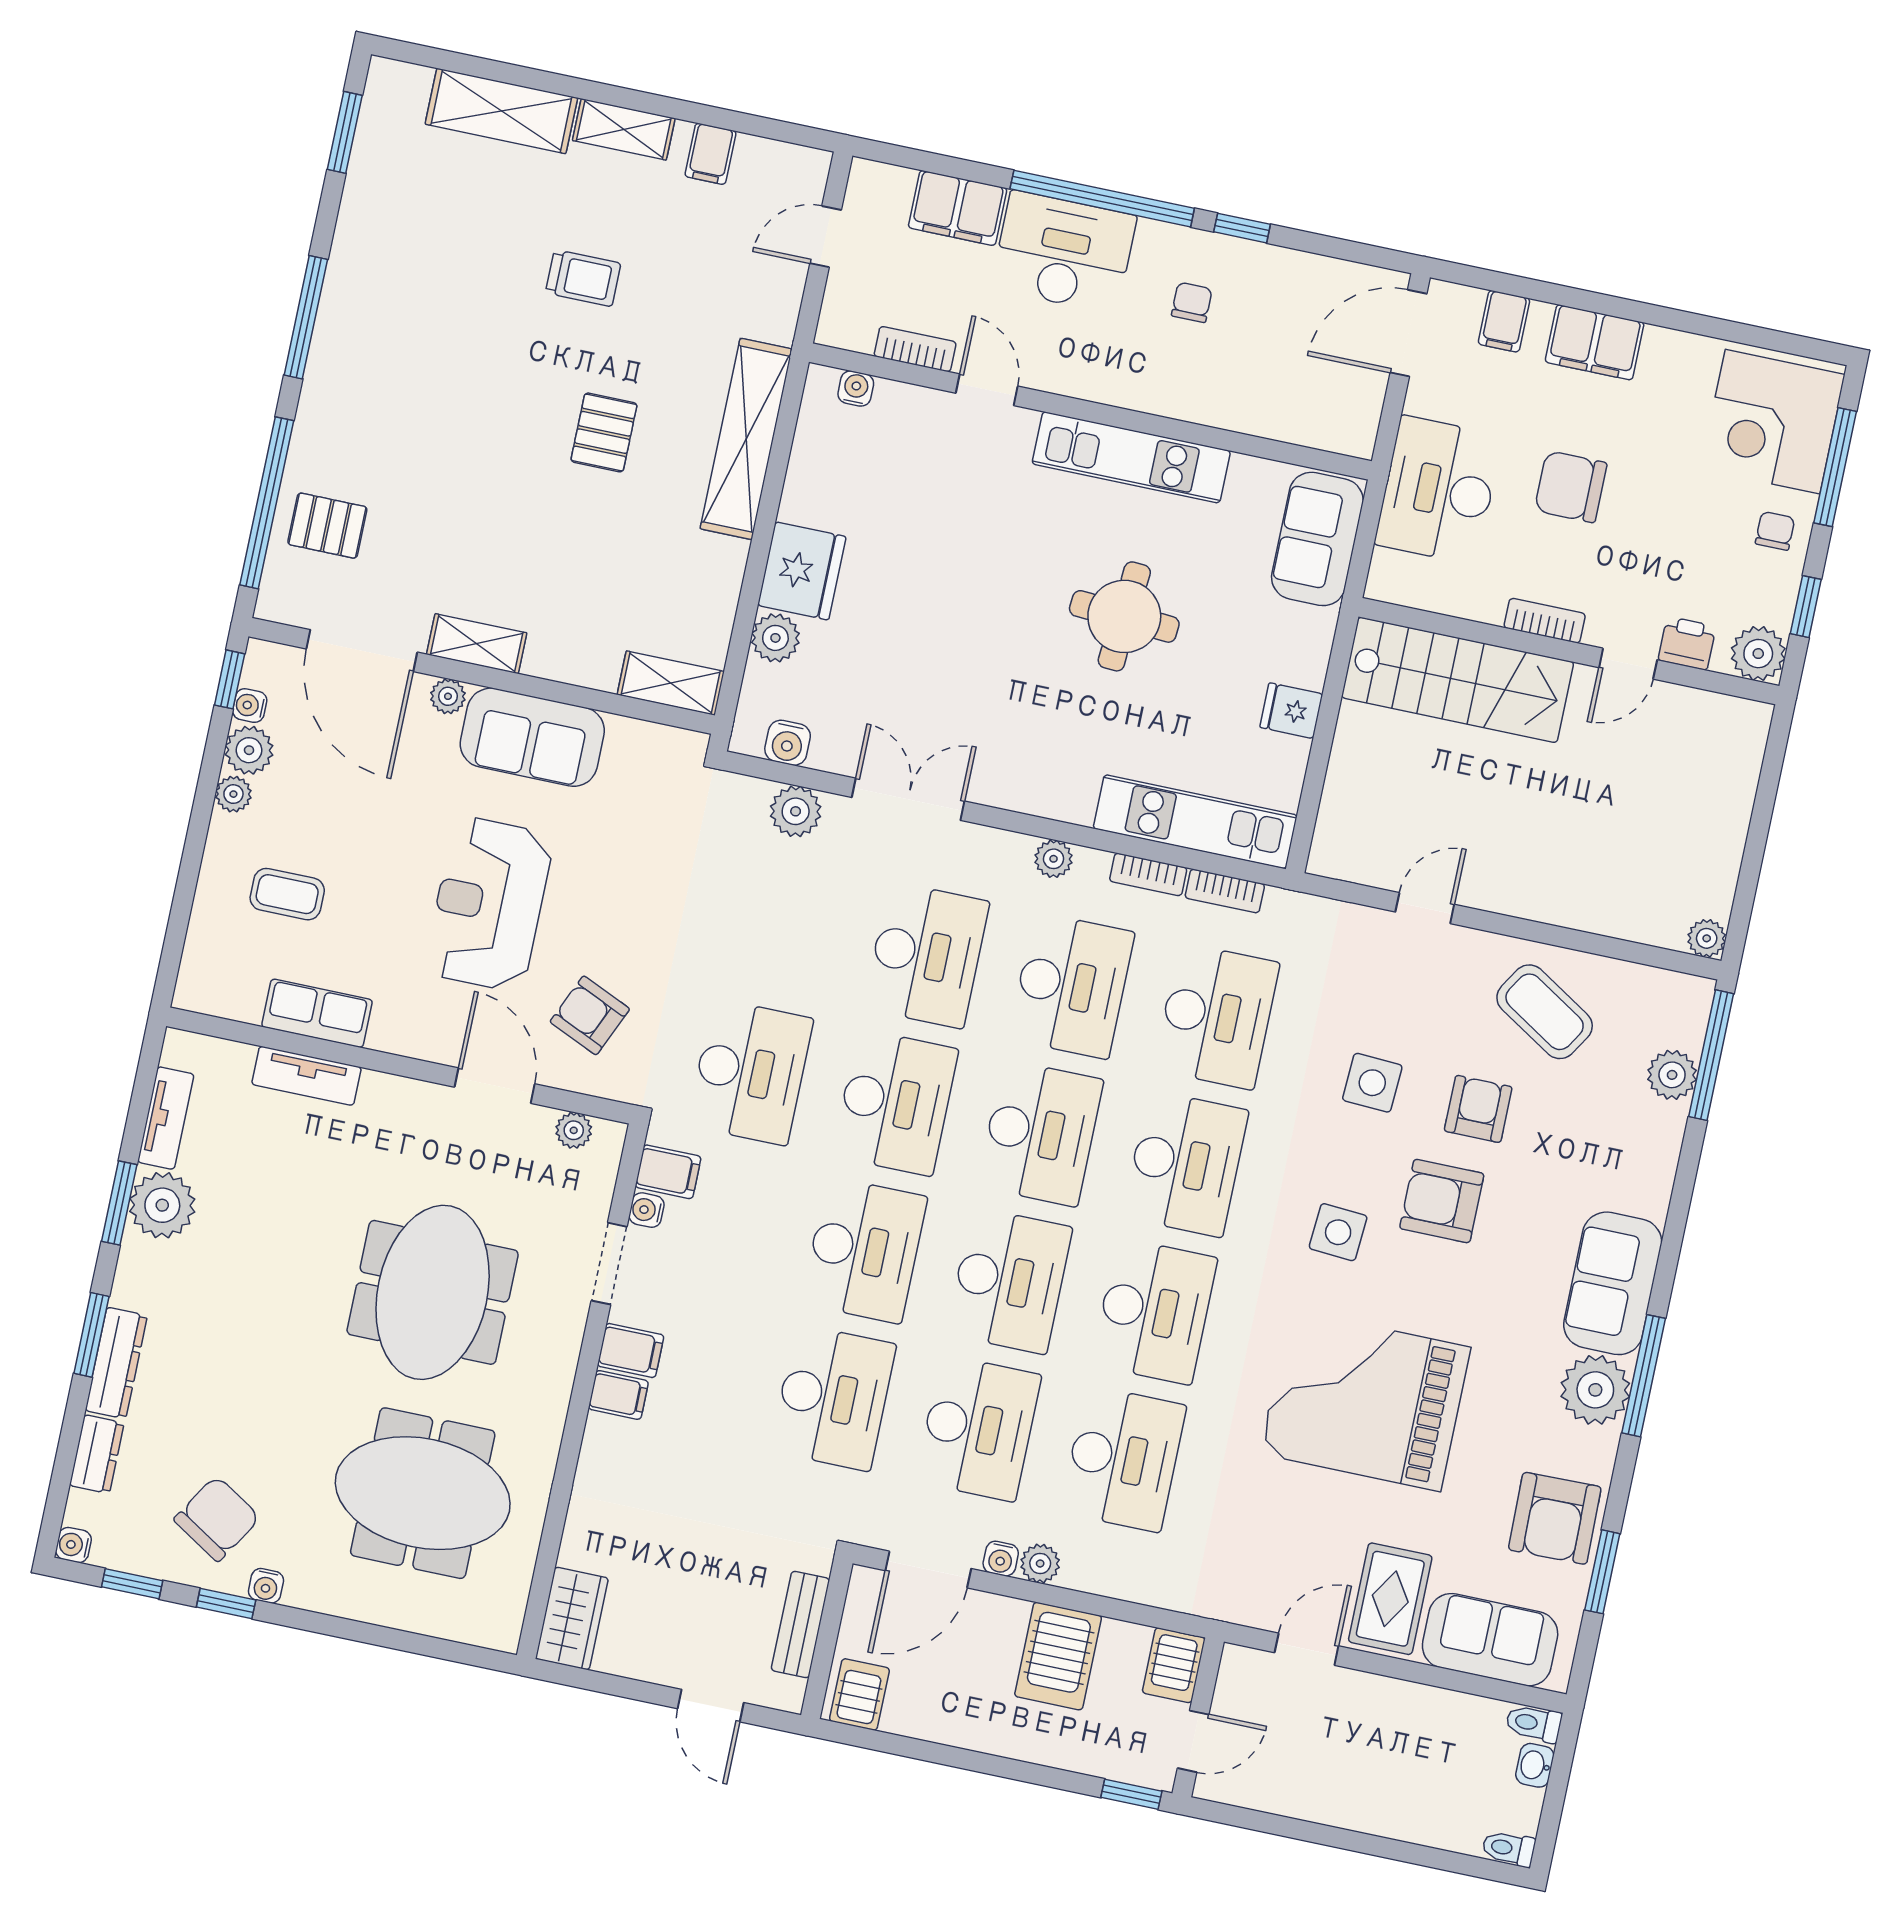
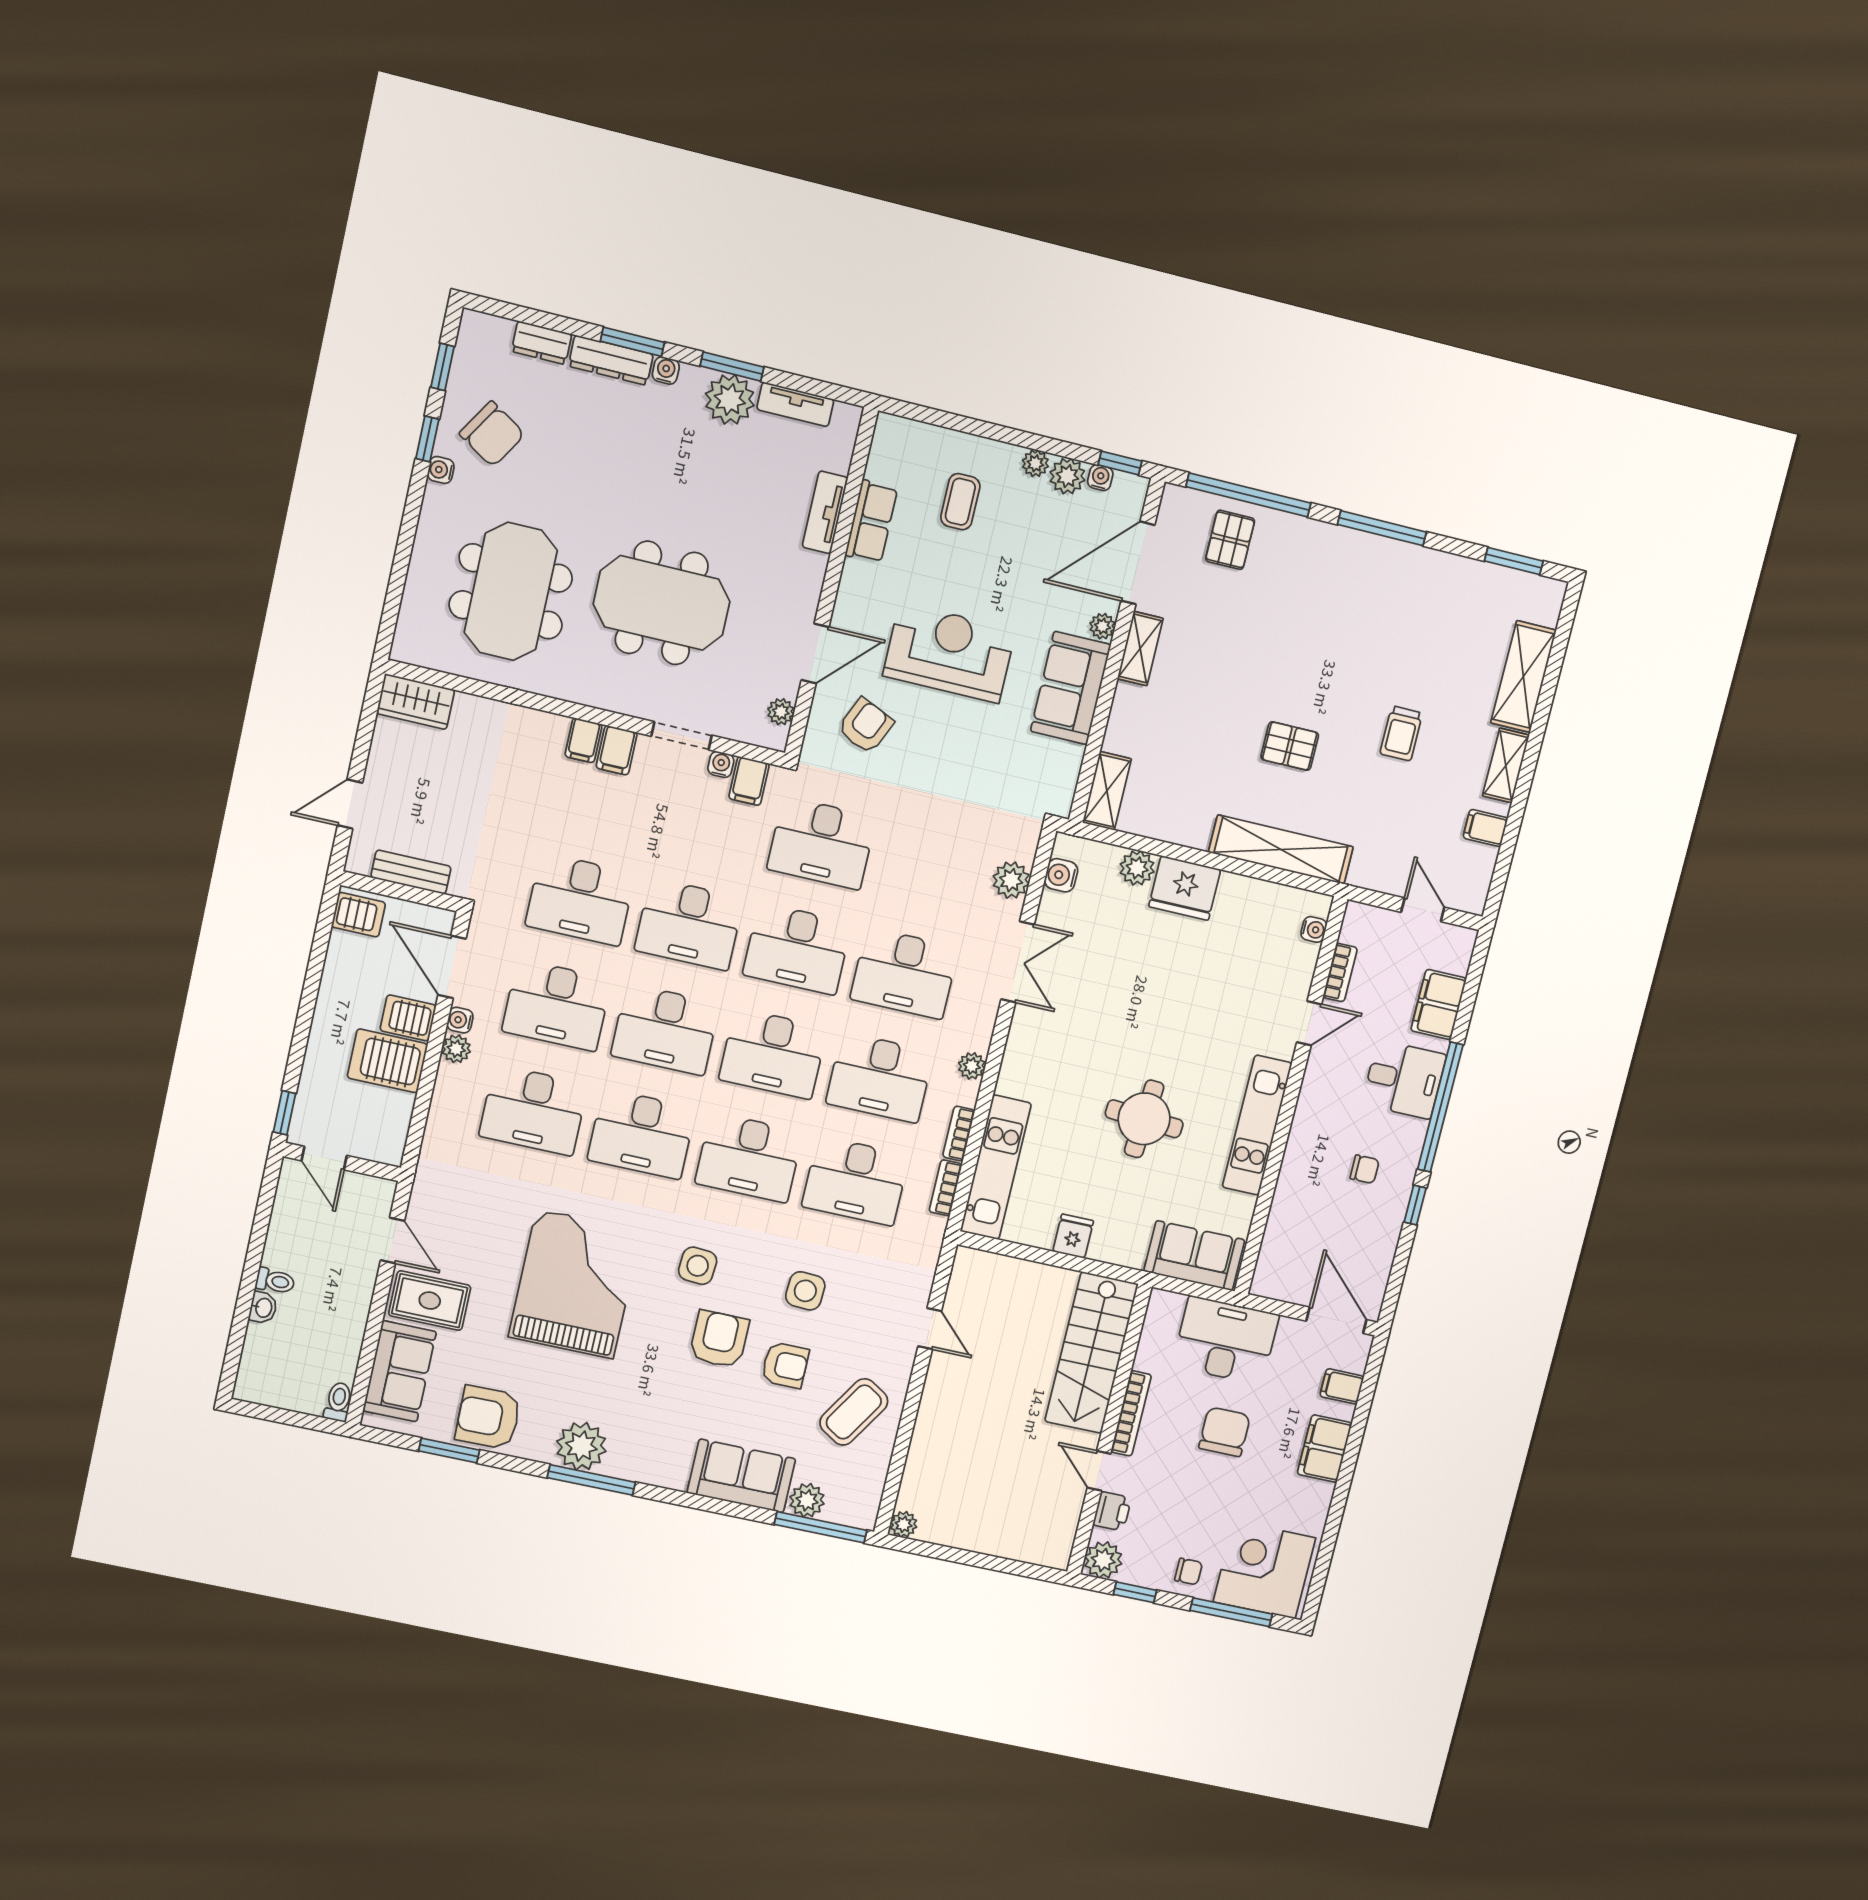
desk: (1064, 252) -> (1404, 1079), width x0.73
bookcase: (1545, 621) -> (1131, 1413), width x1.56
sofa: (1613, 1283) -> (741, 1476), moved
water cooler: (73, 1545) -> (666, 370), moved
server rack: (1174, 1665) -> (408, 1018), moved
washbasin: (1535, 1765) -> (263, 1308), moved, turned 90
toilet: (1509, 1848) -> (275, 1281), moved, turned 90

